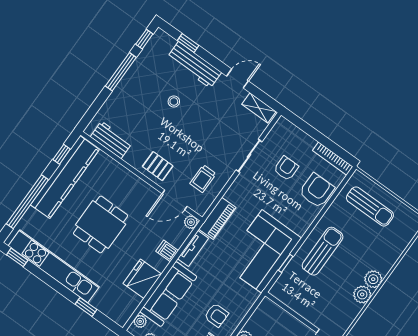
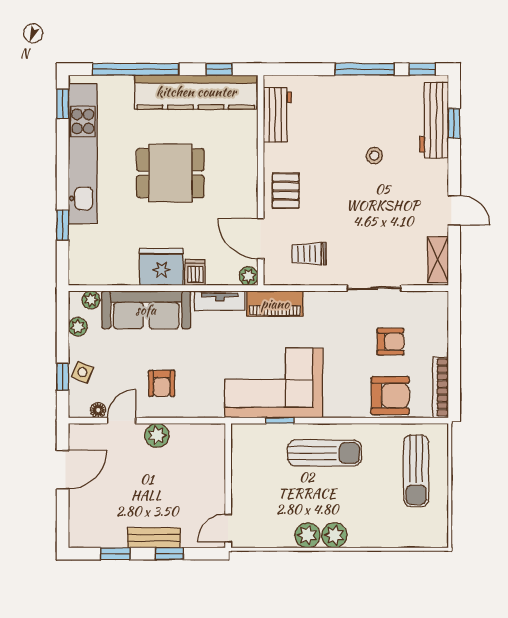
workbench: (194, 65) -> (434, 120), moved
fridge: (142, 279) -> (161, 267), moved

